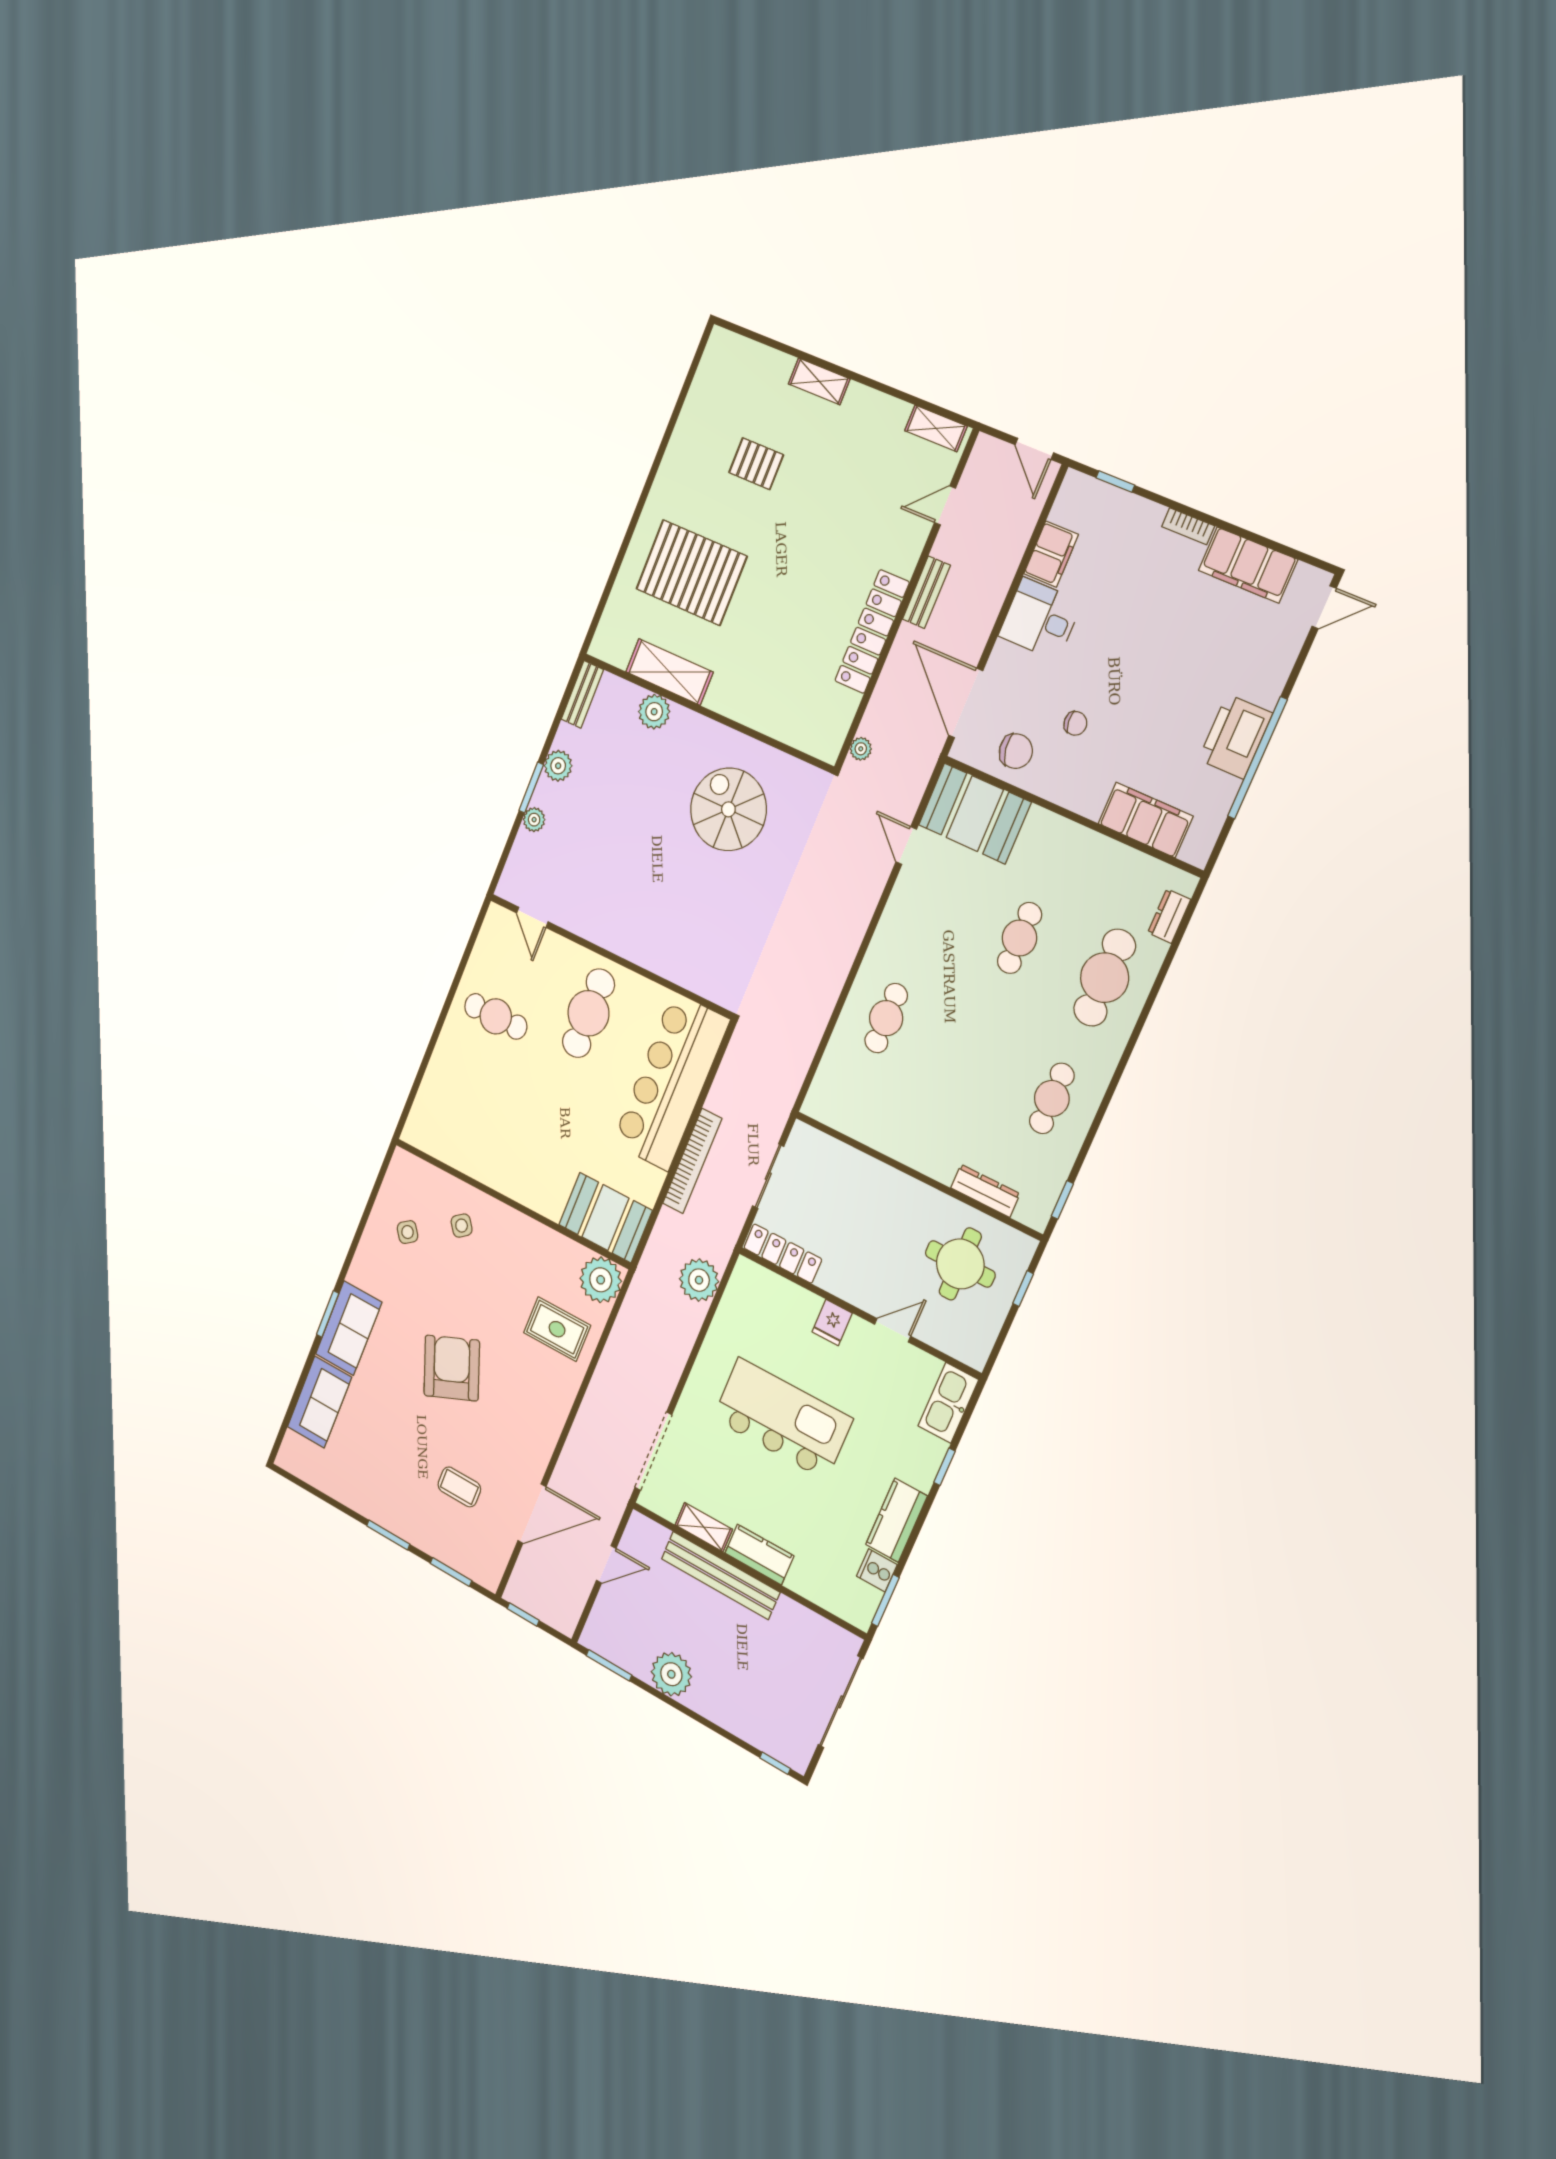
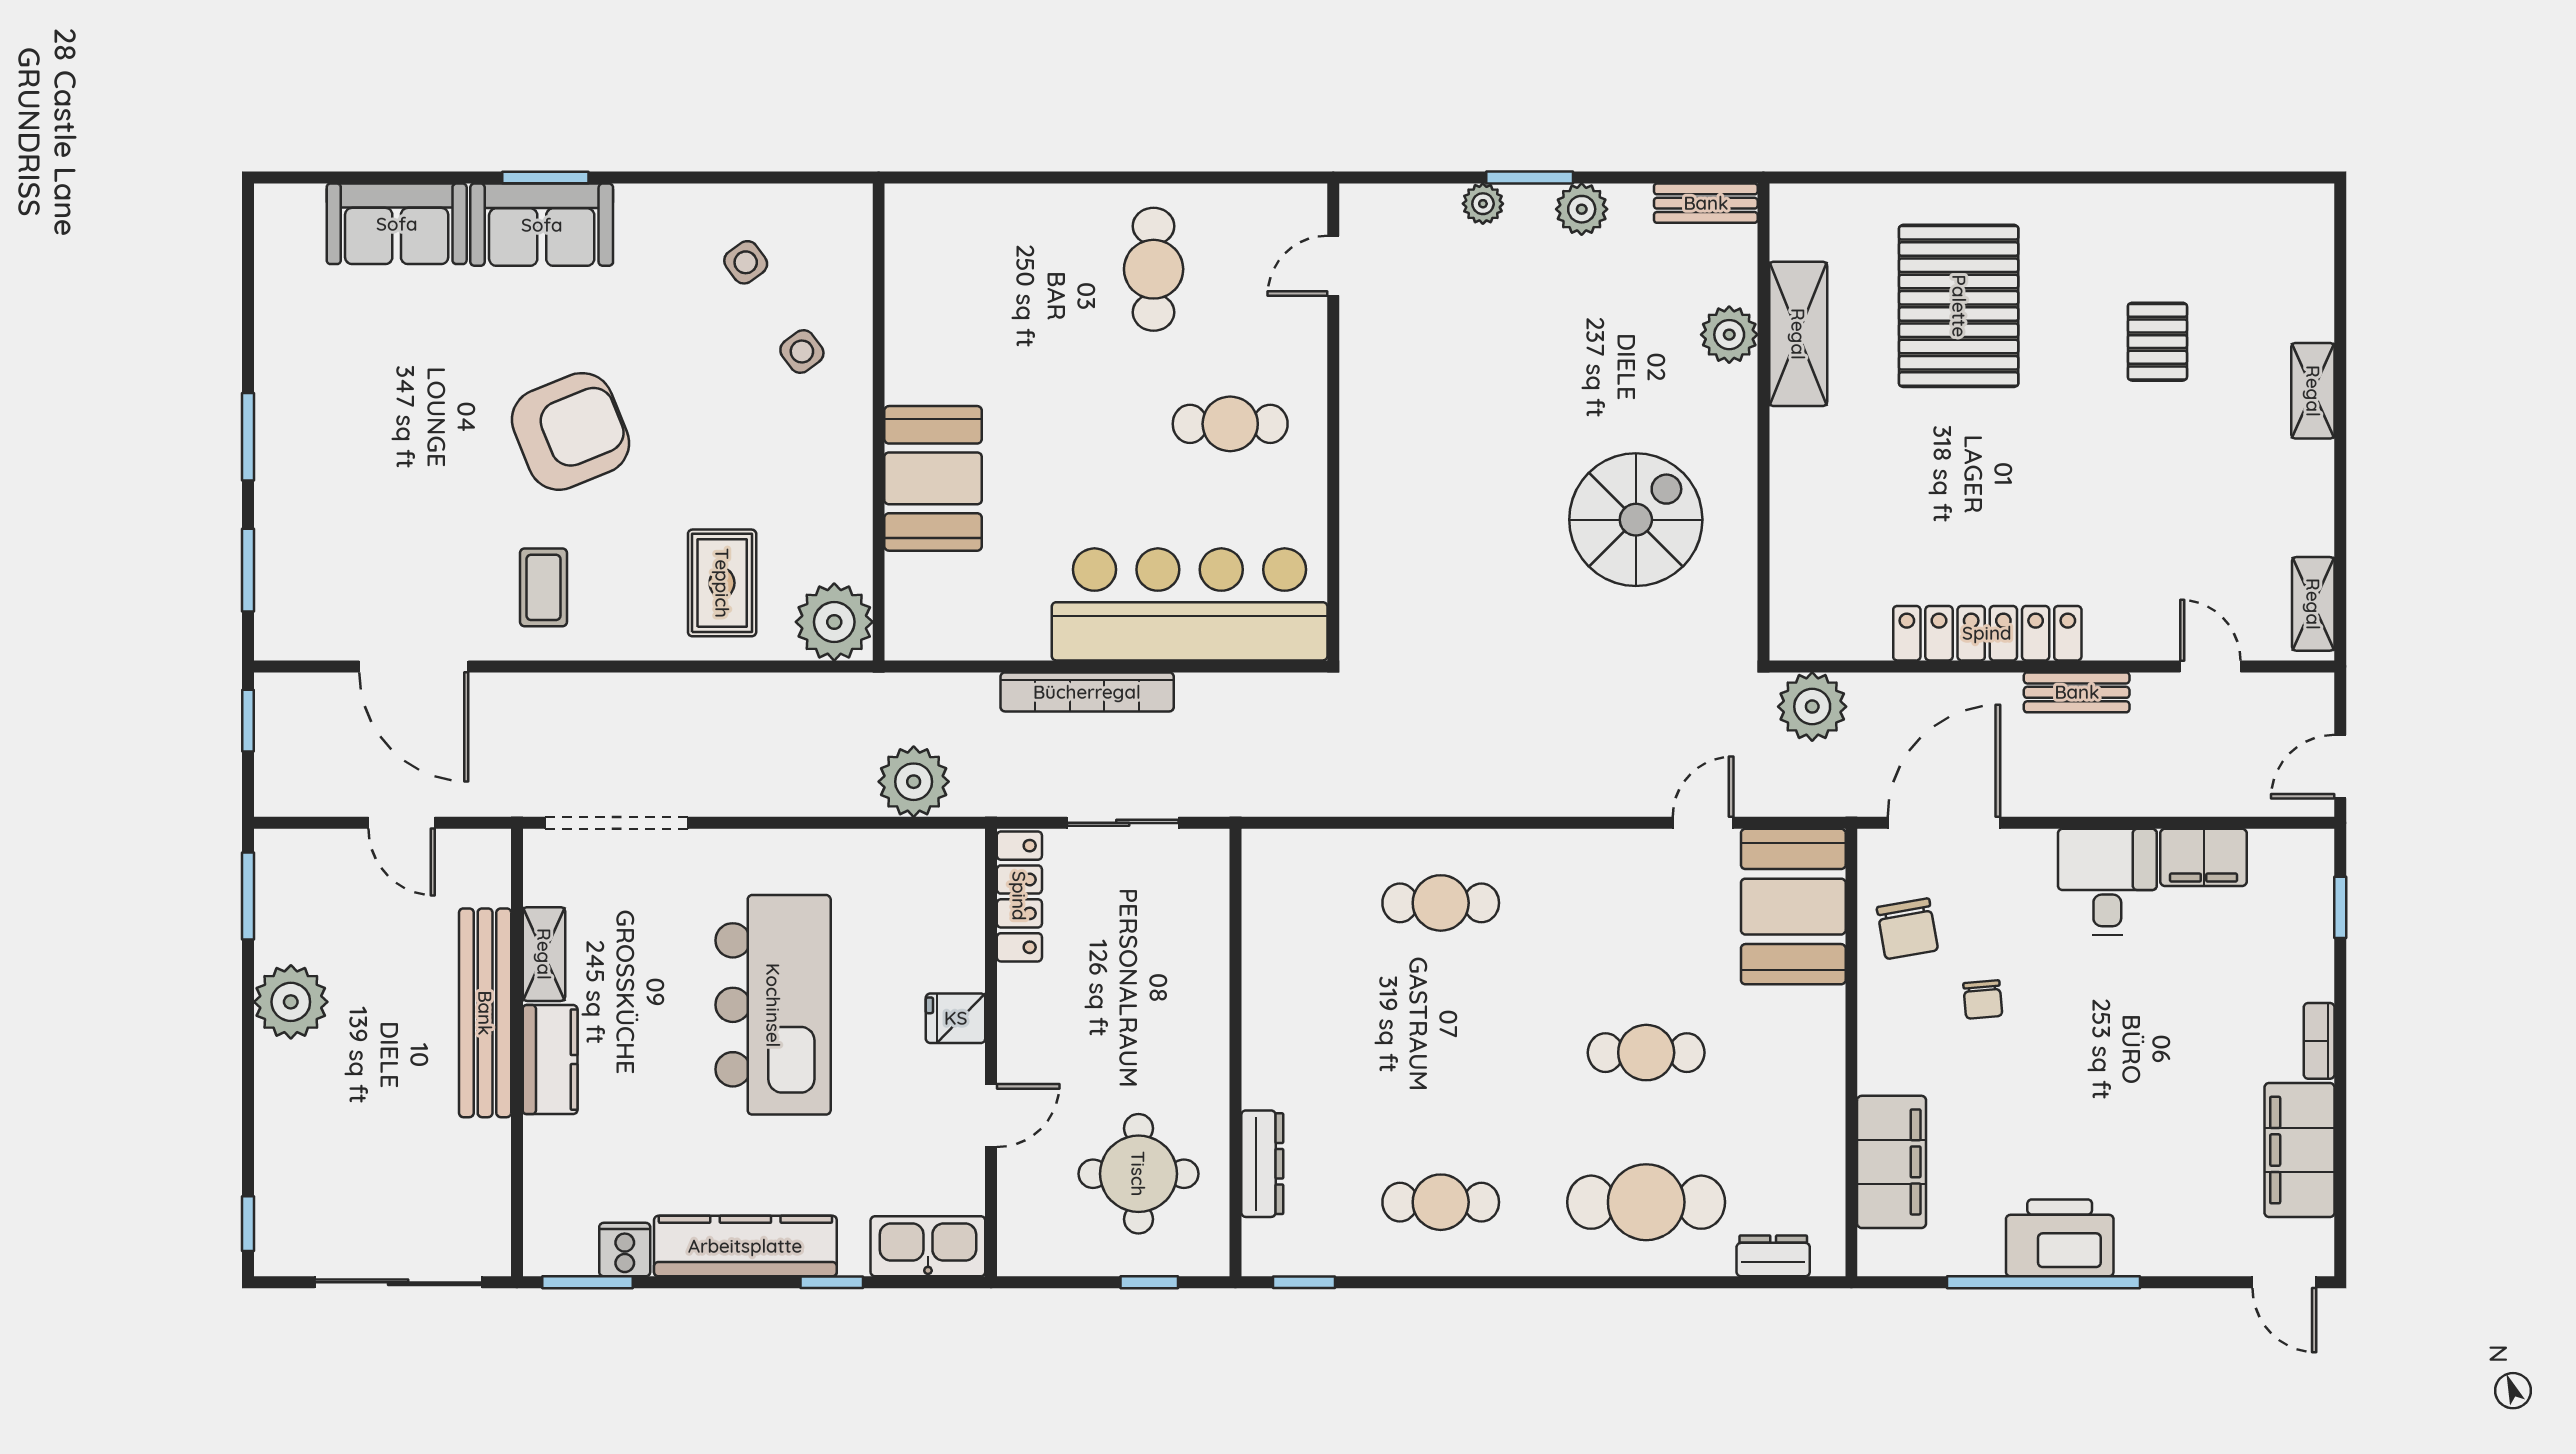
plant: (861, 749) -> (1812, 707), width x1.87, depth x1.87
cafe table: (588, 1013) -> (1230, 424), width x0.73, depth x0.74
booth: (605, 1218) -> (933, 478), moved
door: (893, 1330) -> (991, 1116), hinge flipped
coffee table: (459, 1487) -> (543, 587), moved
kitchen counter: (897, 1520) -> (745, 1246), width x1.50

